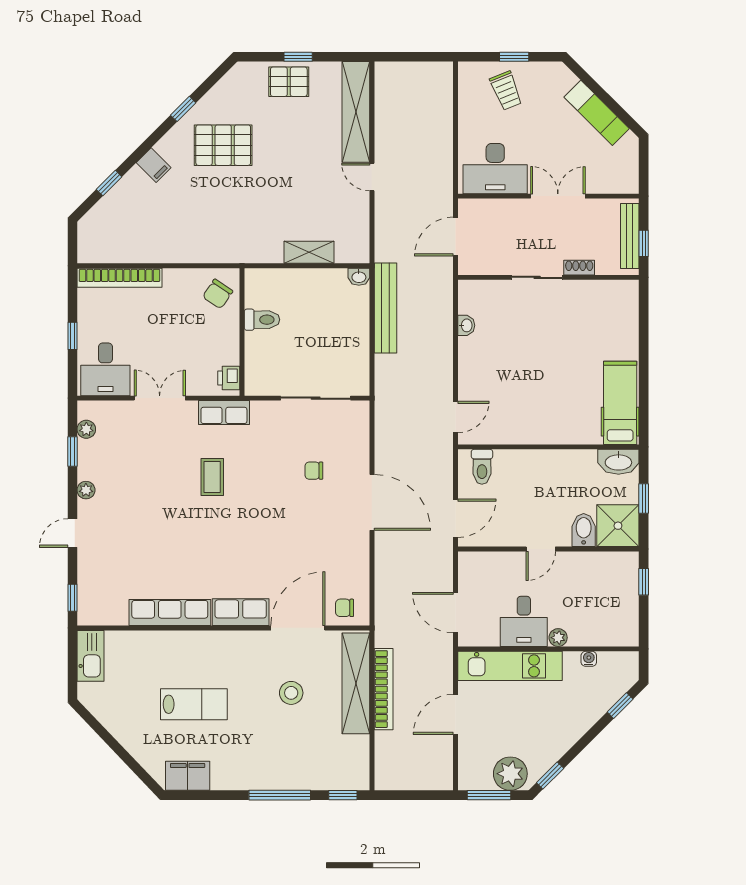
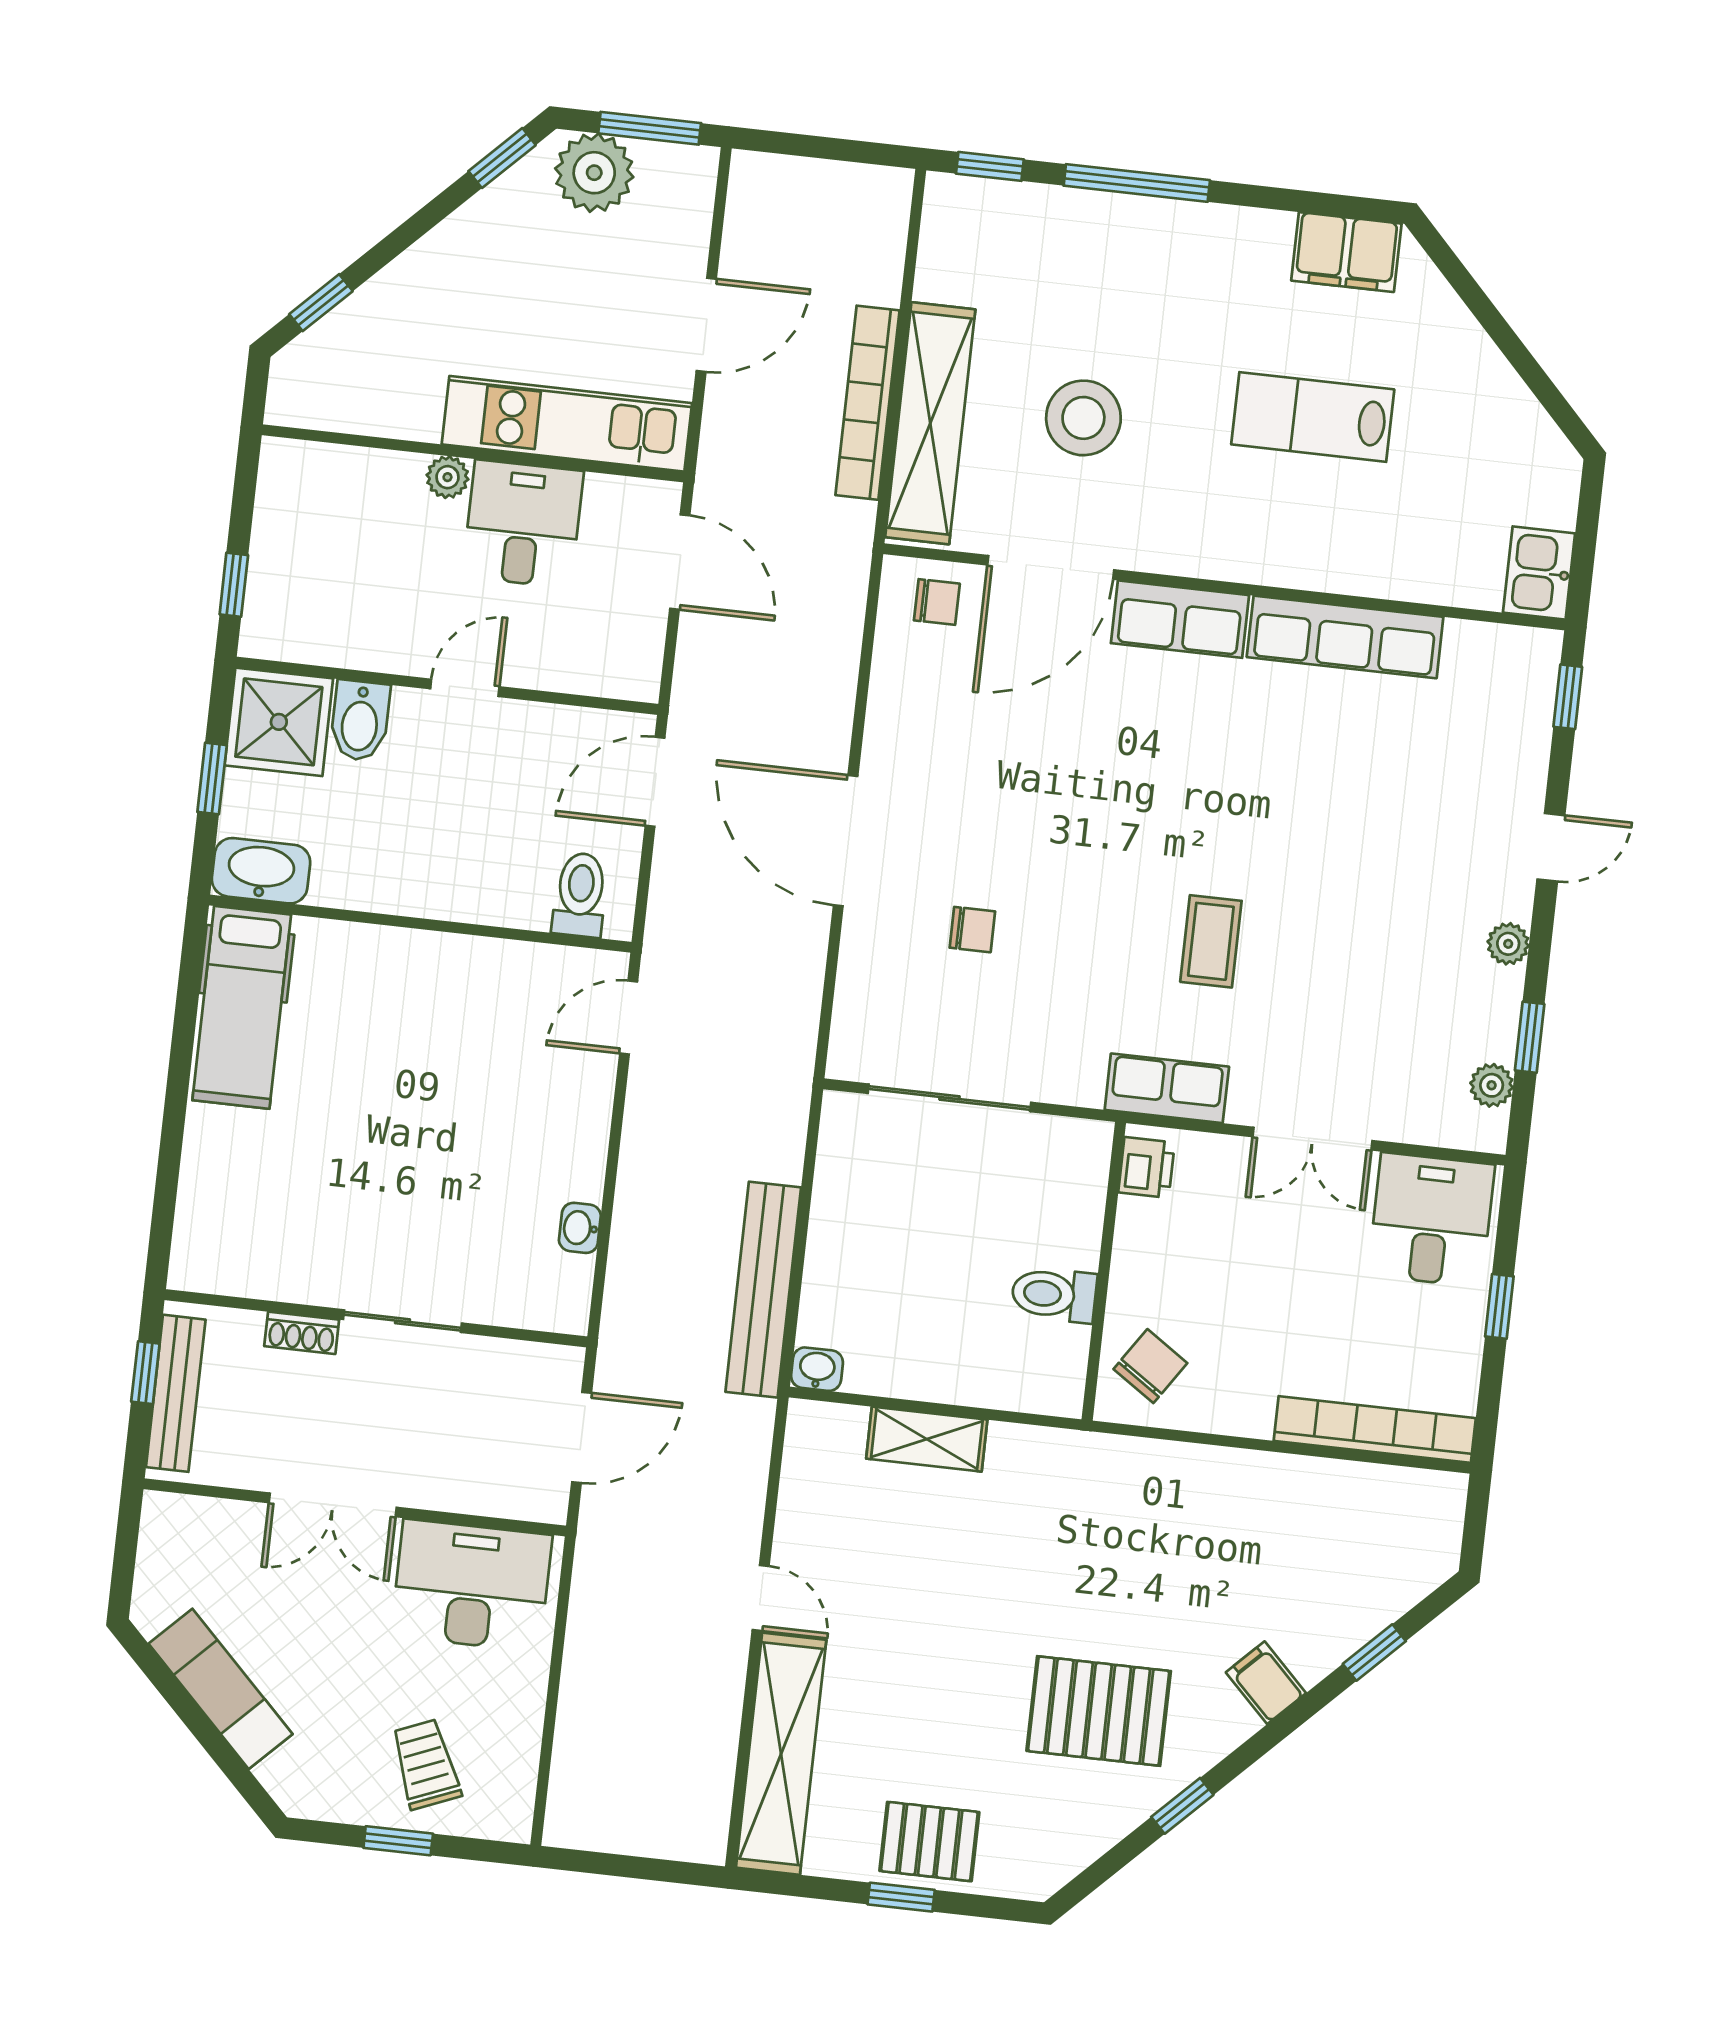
kitchen sink: (91, 656) -> (1539, 573), width x0.73
water cooler: (589, 659) -> (382, 420), removed
stool: (291, 693) -> (1083, 418), width x1.38, depth x1.38

